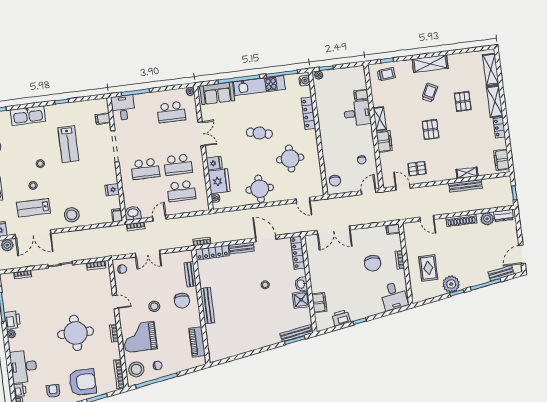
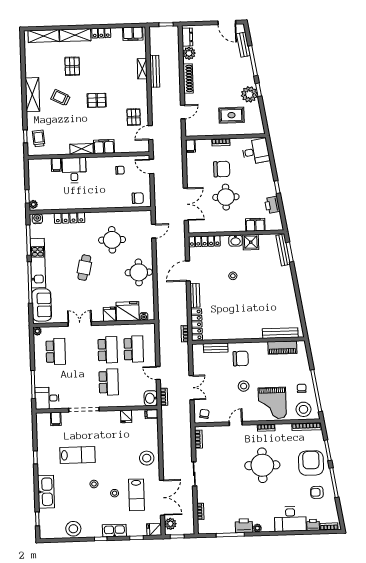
pallet: (463, 101) -> (72, 66), turned 90
round table: (345, 270) -> (226, 197), added
bench: (207, 306) -> (280, 333), moved

